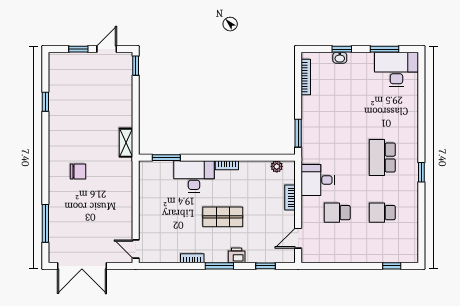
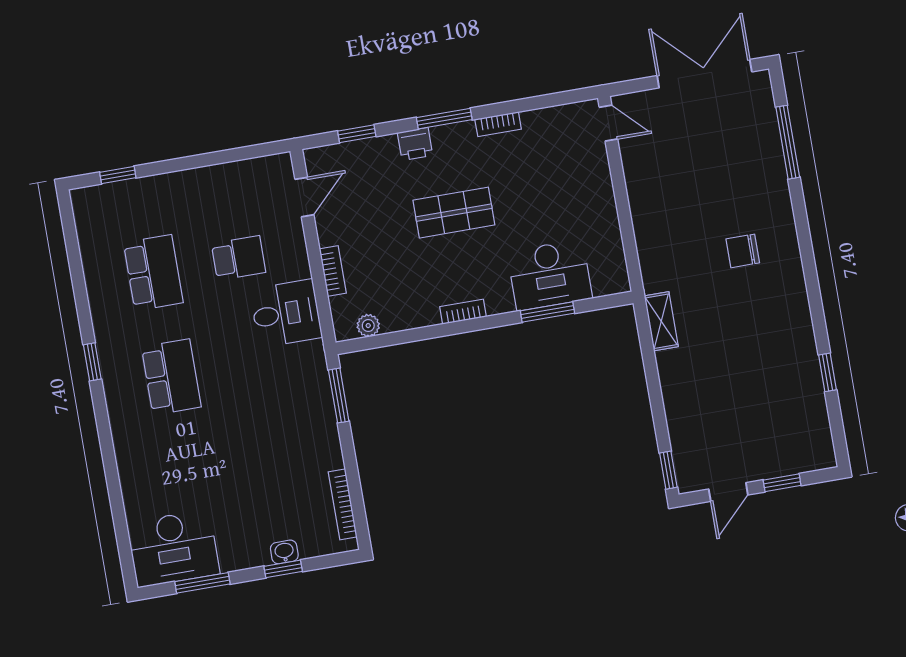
window: (166, 158) -> (547, 312), moved
desk: (194, 176) -> (550, 275), moved
school desk: (382, 213) -> (153, 273), width x1.85

